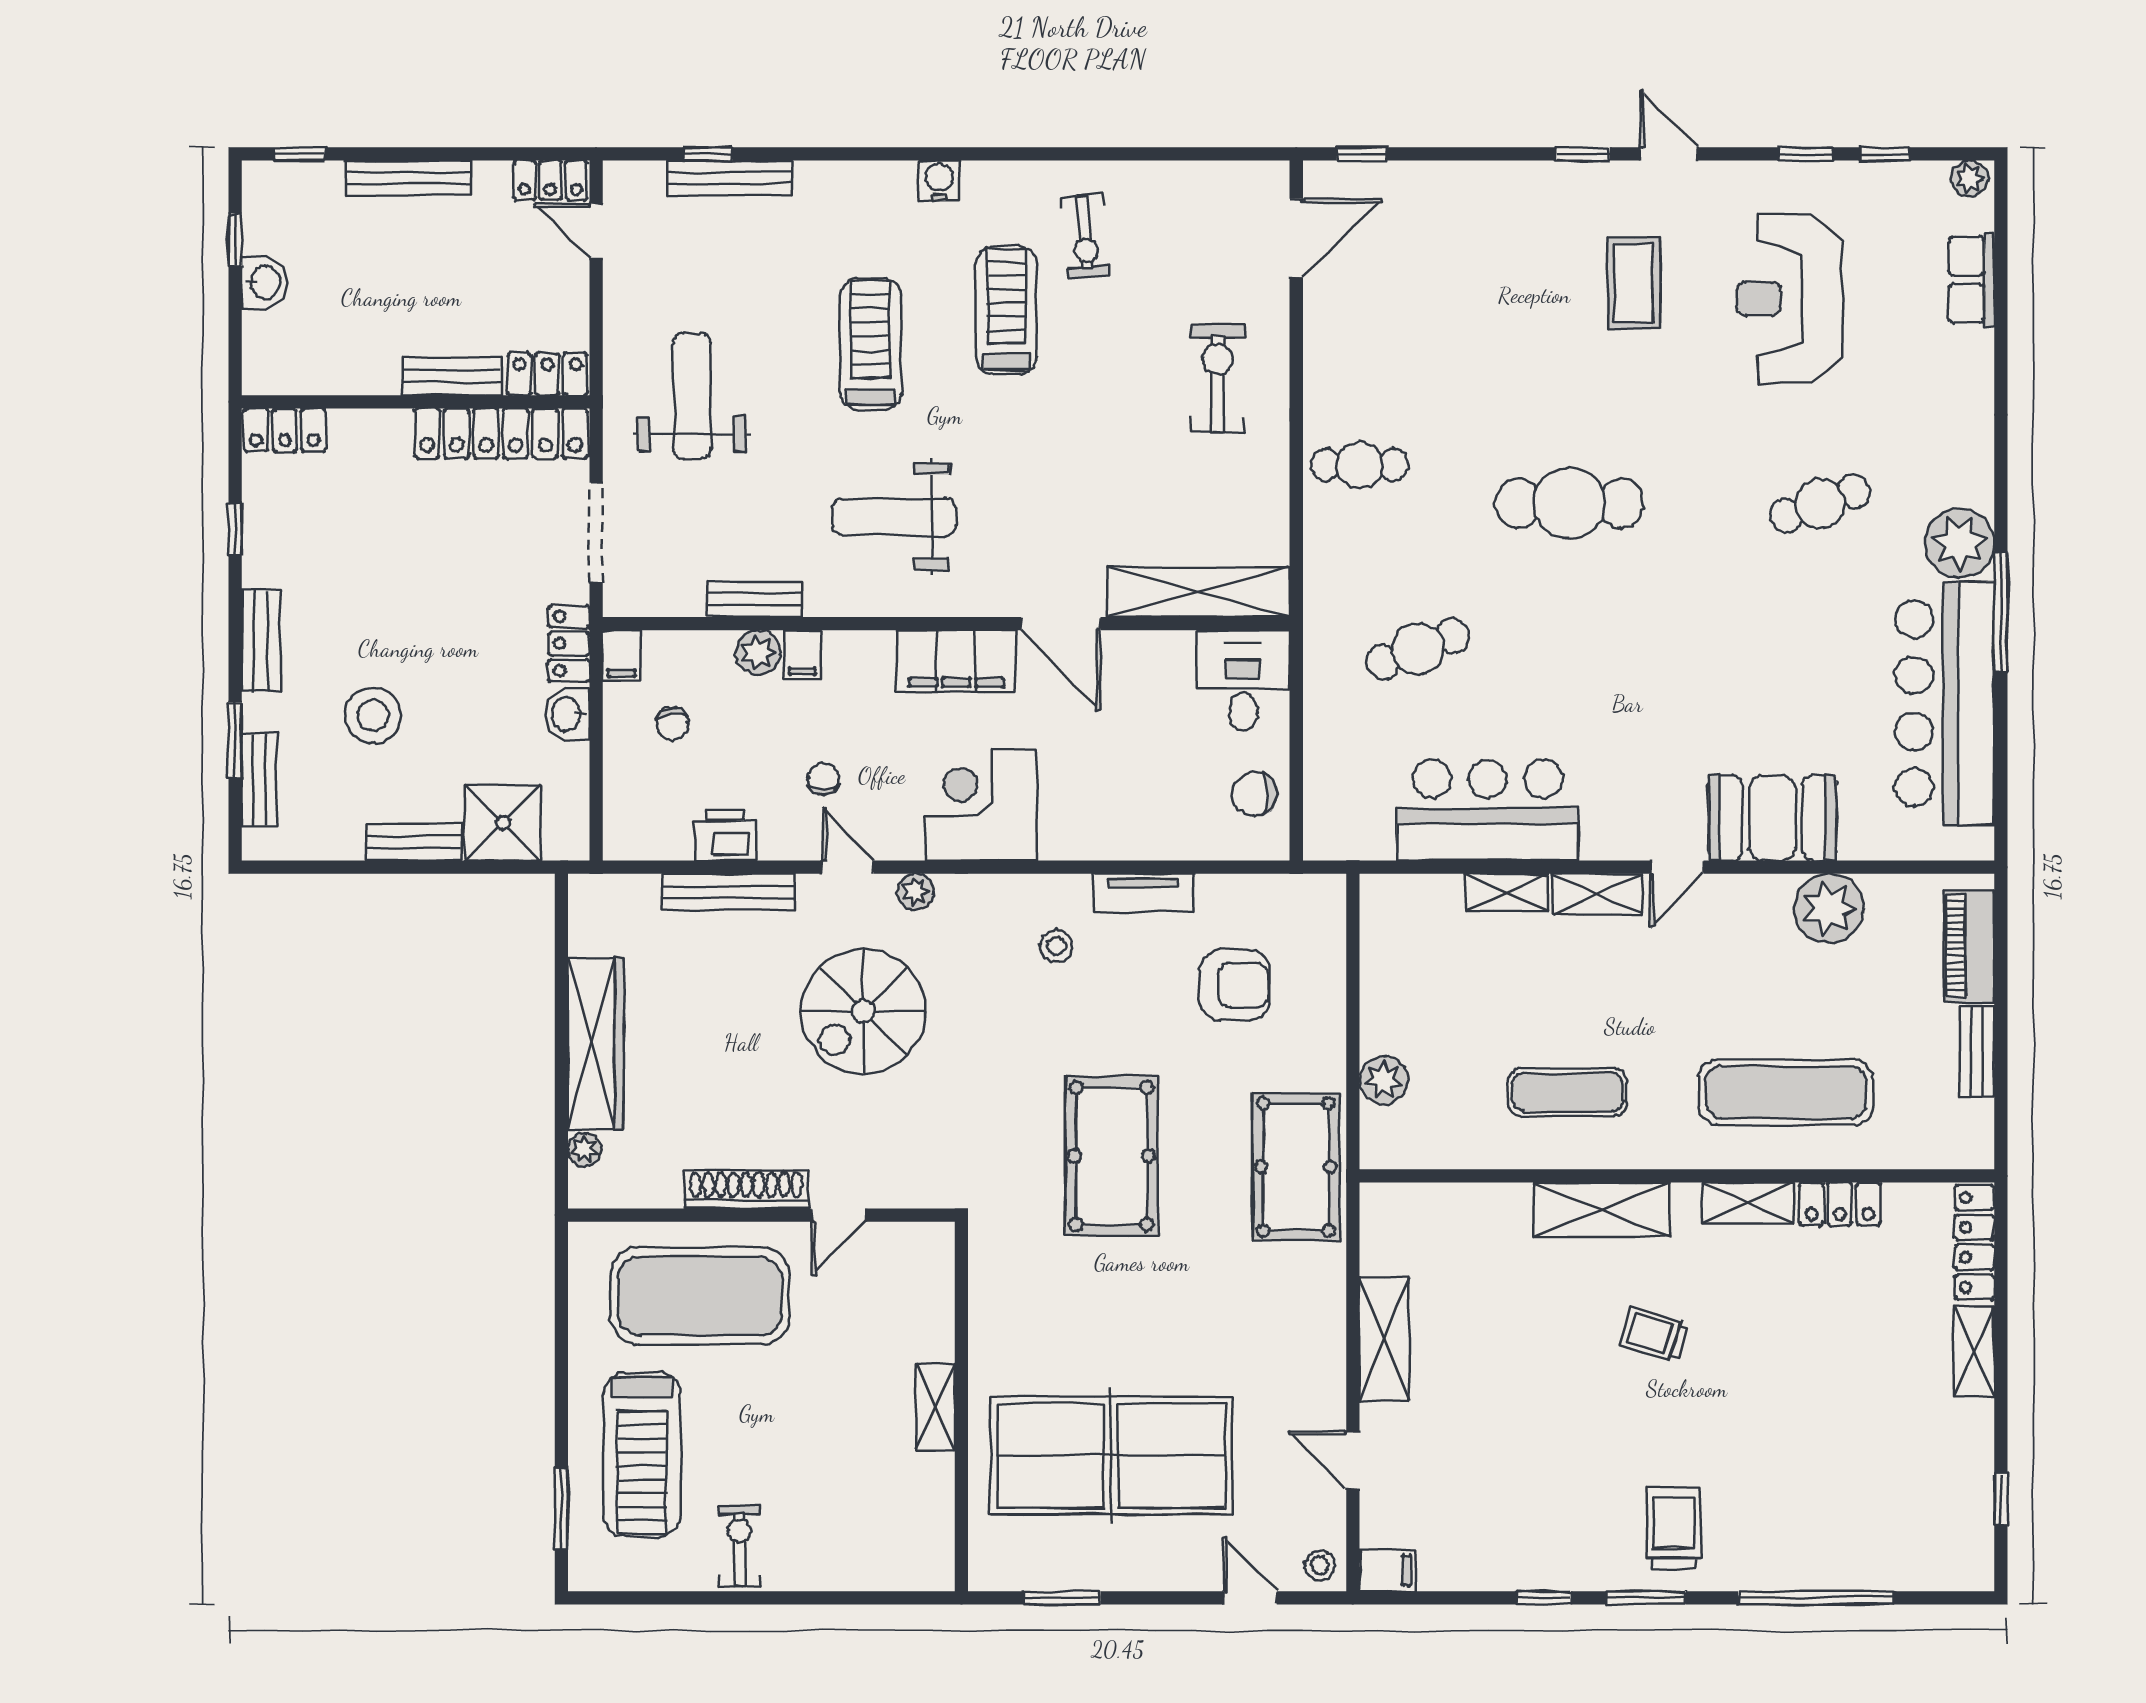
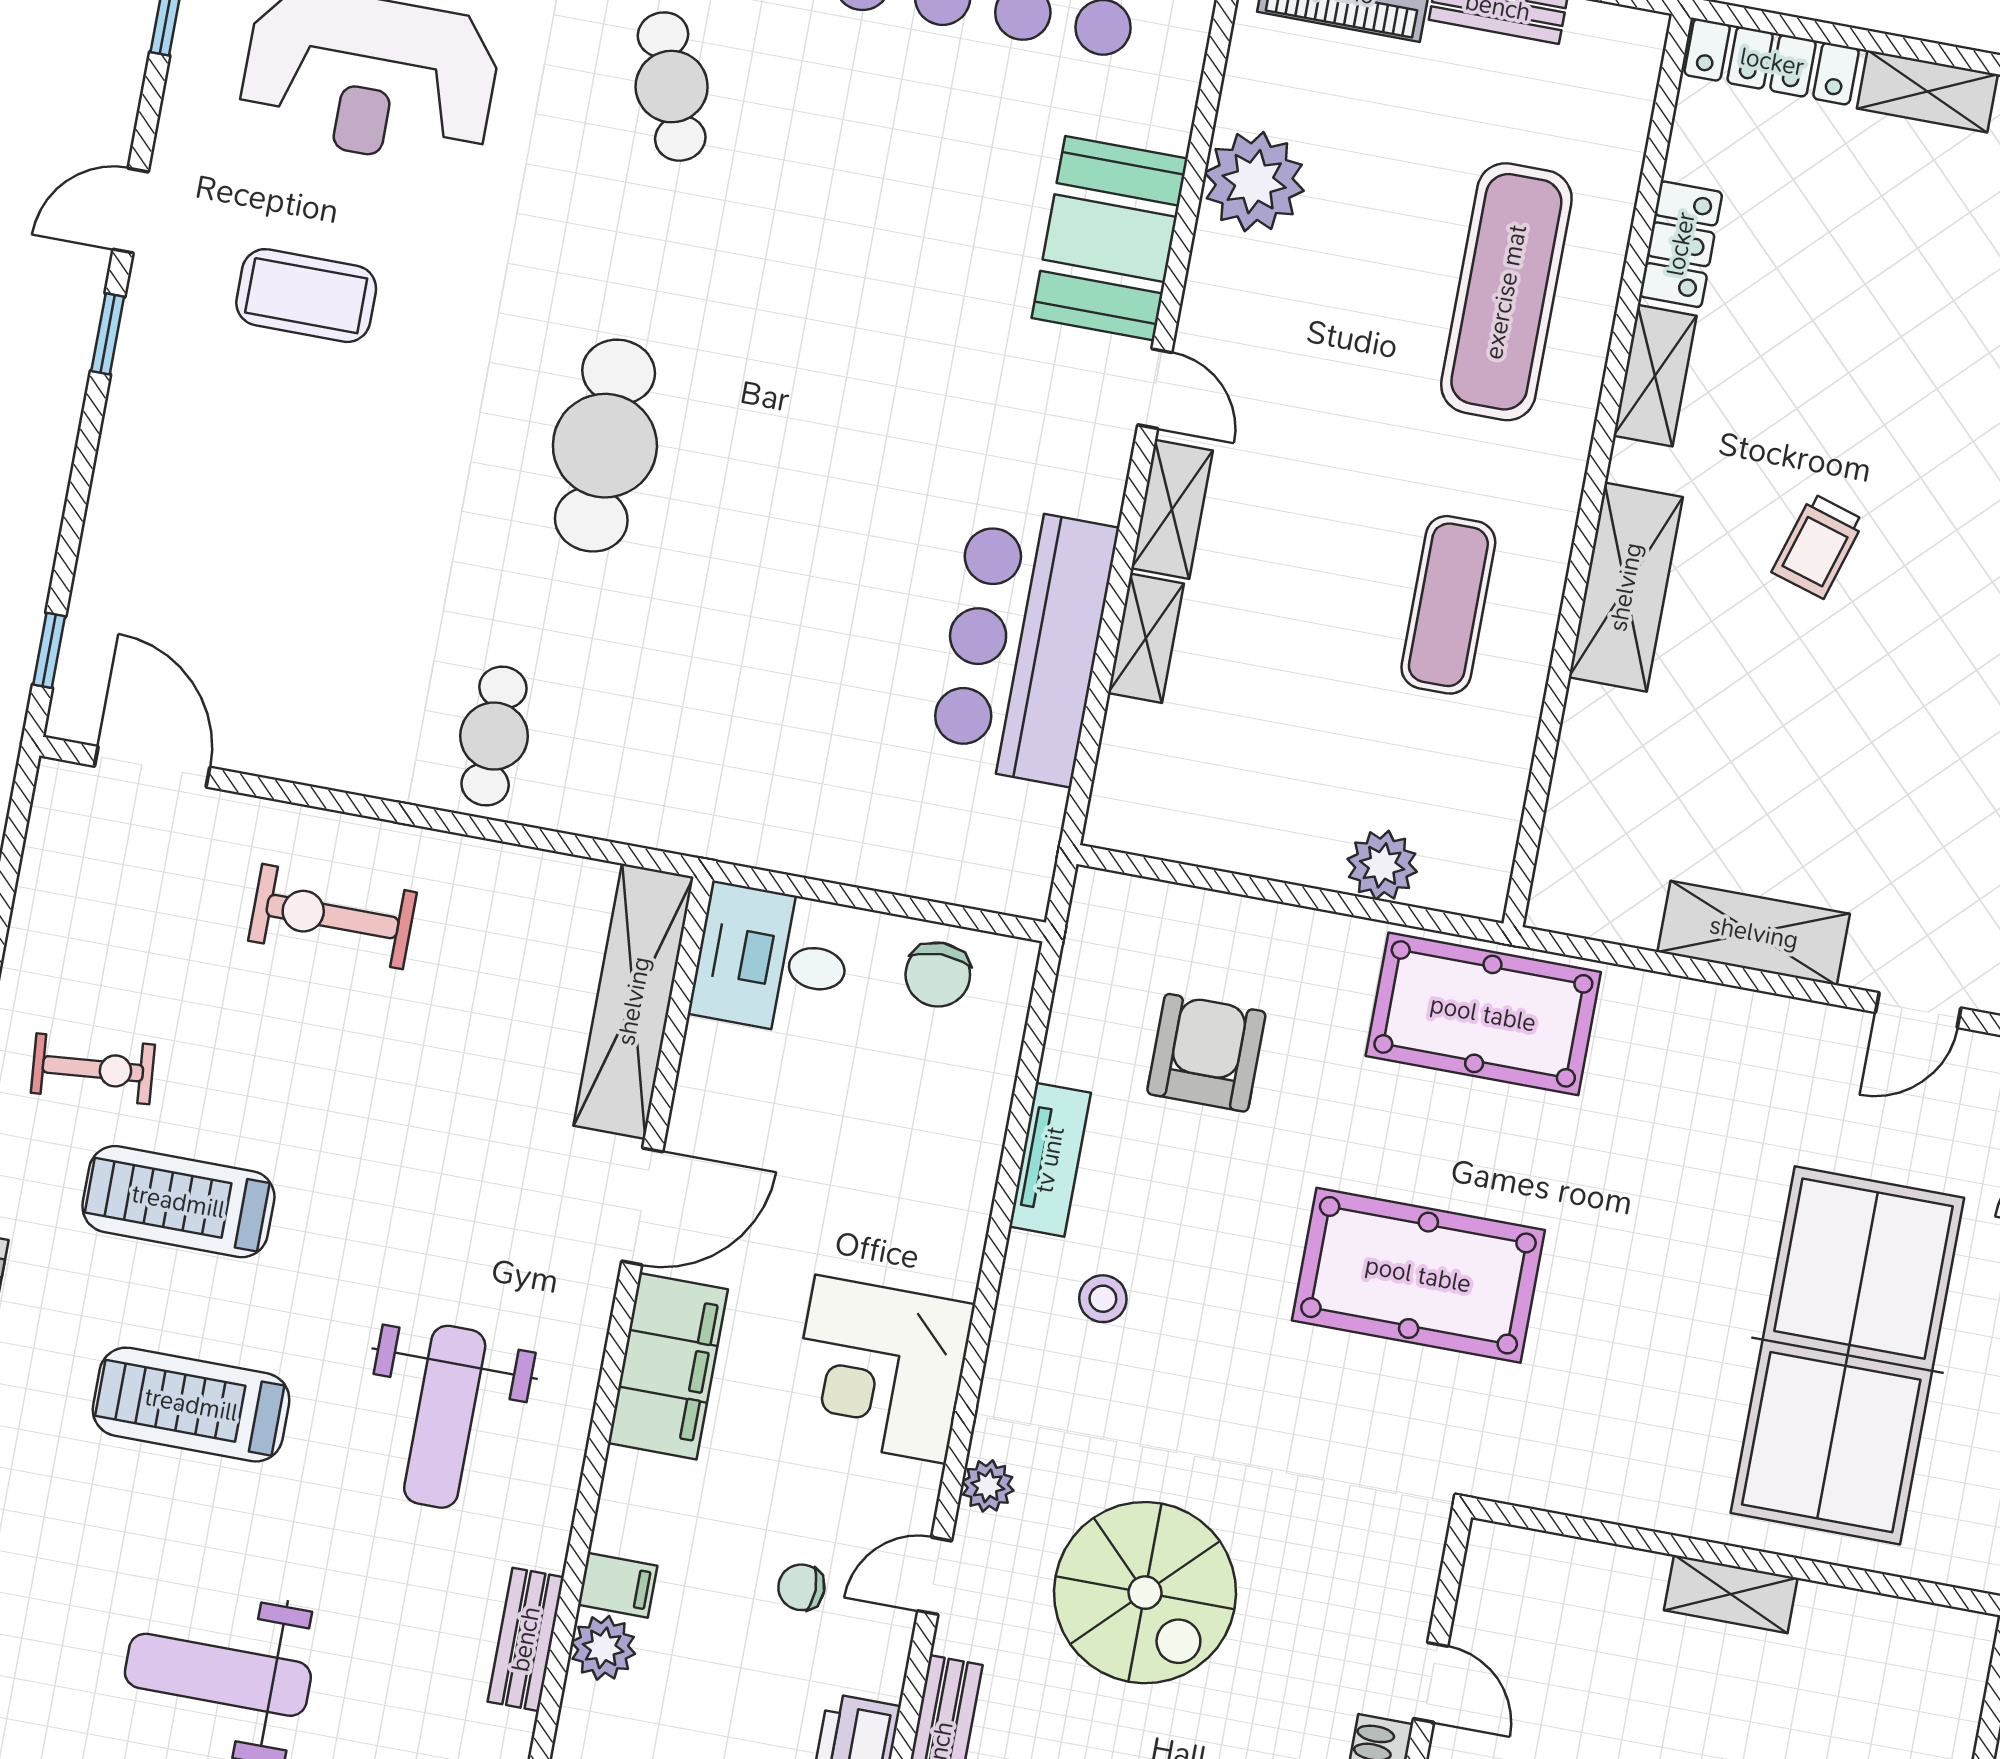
cafe table: (1418, 649) -> (773, 701), removed

